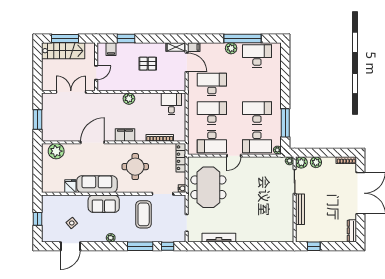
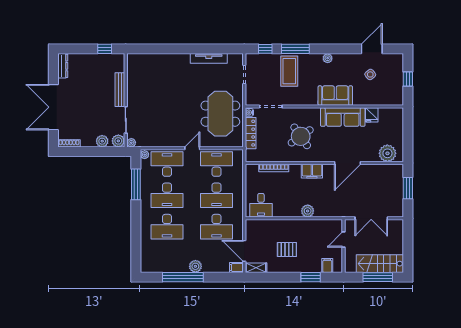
desk: (257, 56) -> (167, 227), moved
locker: (181, 158) -> (251, 133), moved
round table: (135, 167) -> (301, 136), turned -35
coffee table: (144, 214) -> (289, 71), moved

